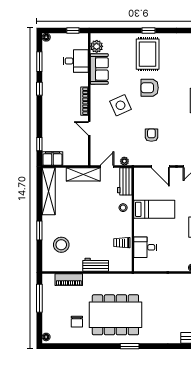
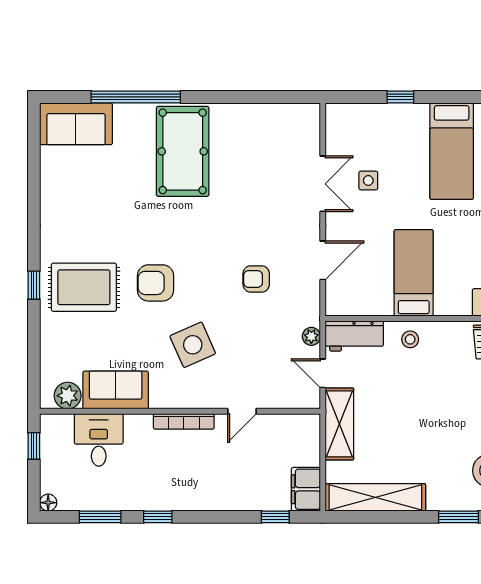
armchair: (150, 88) -> (155, 283), turned 90

